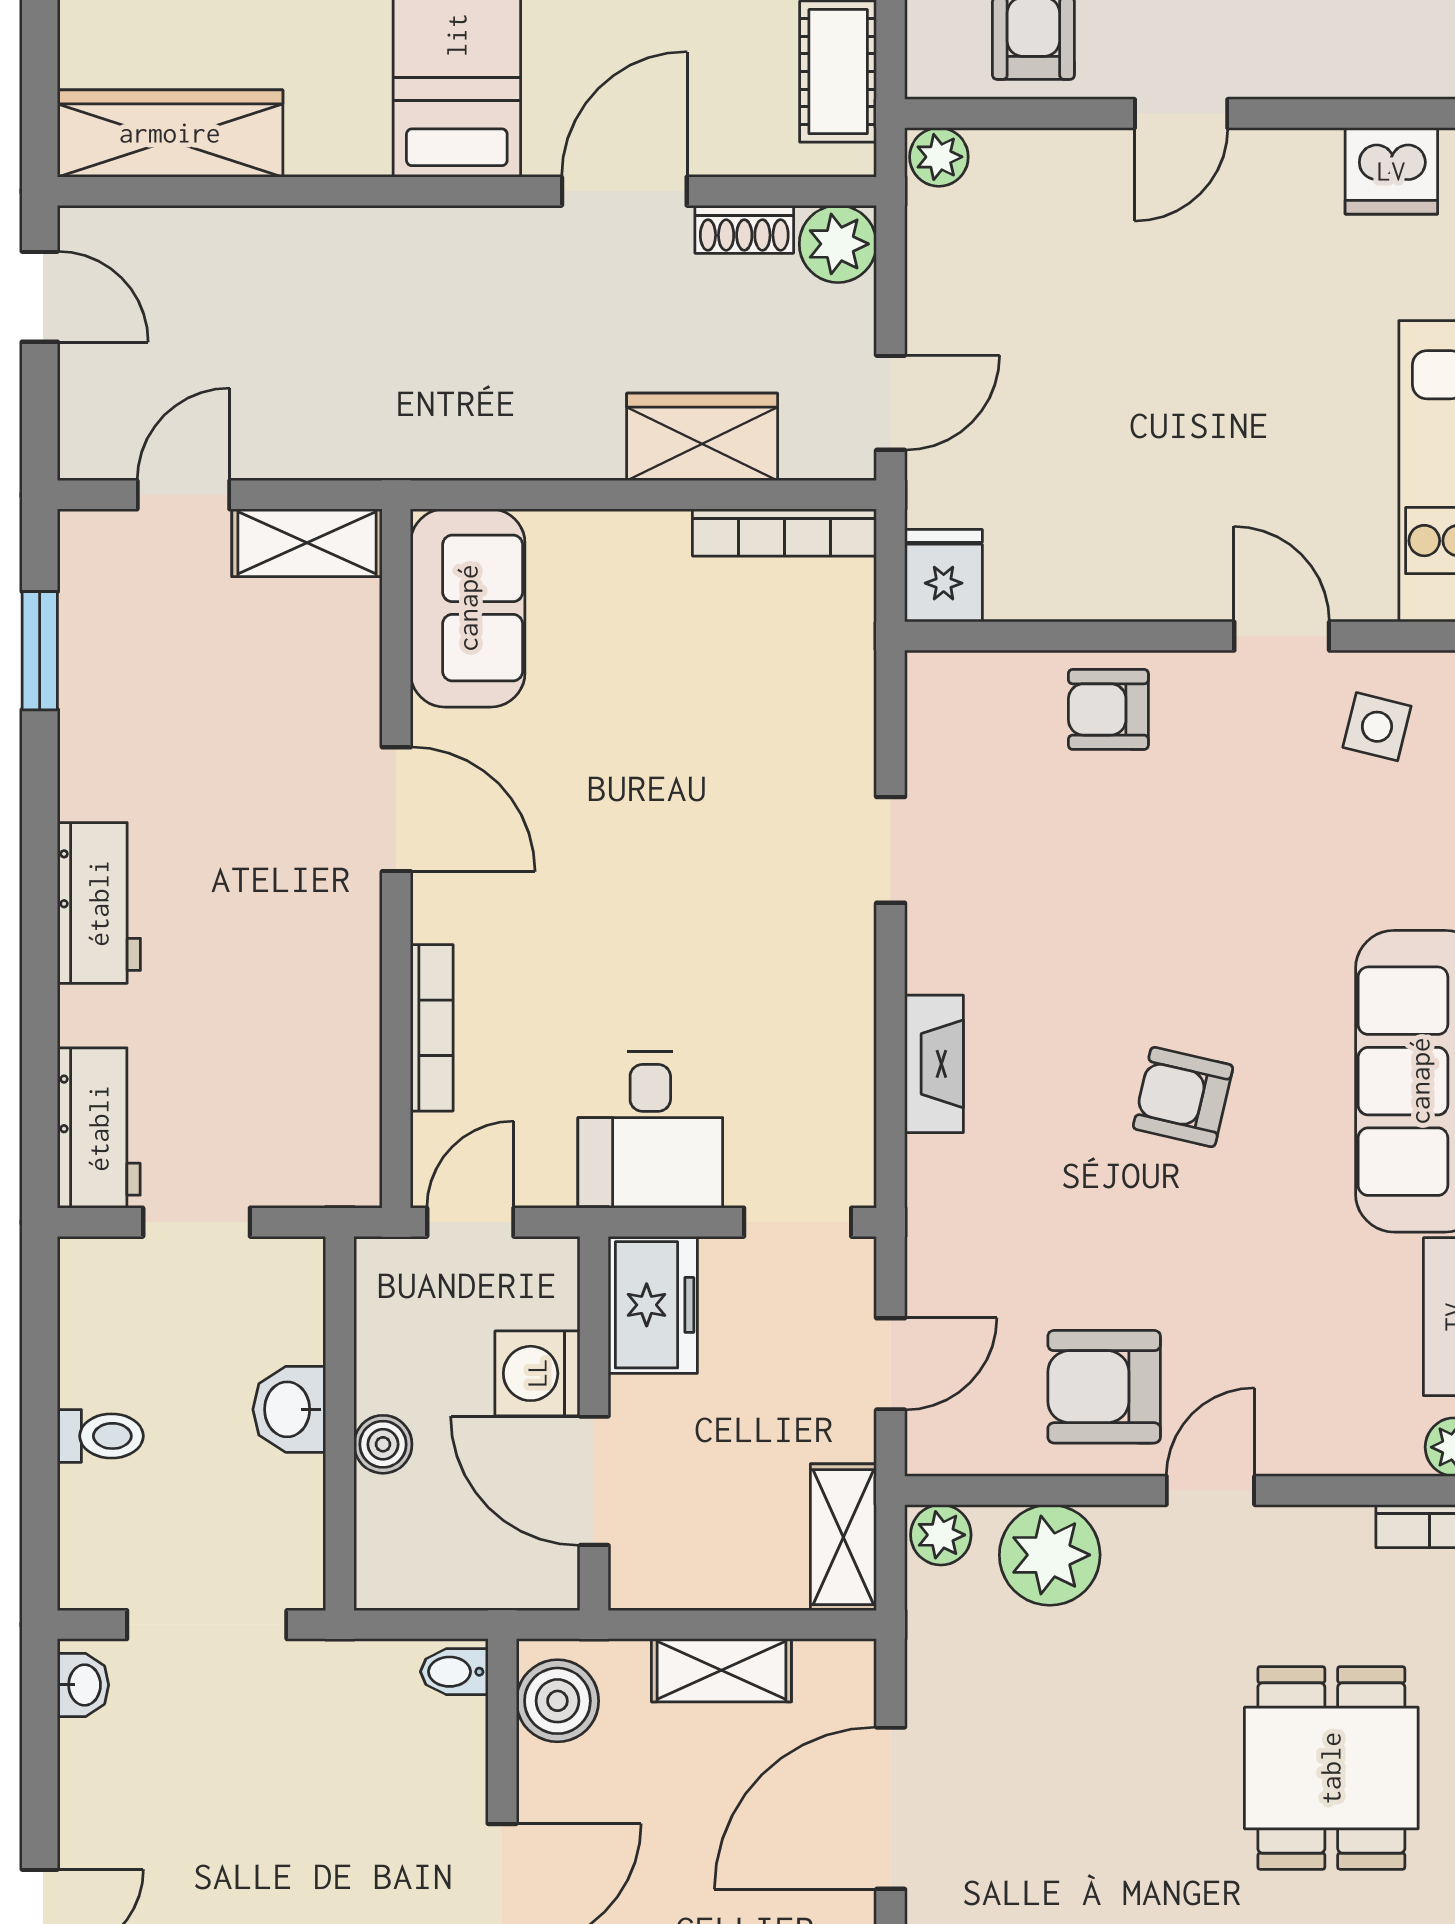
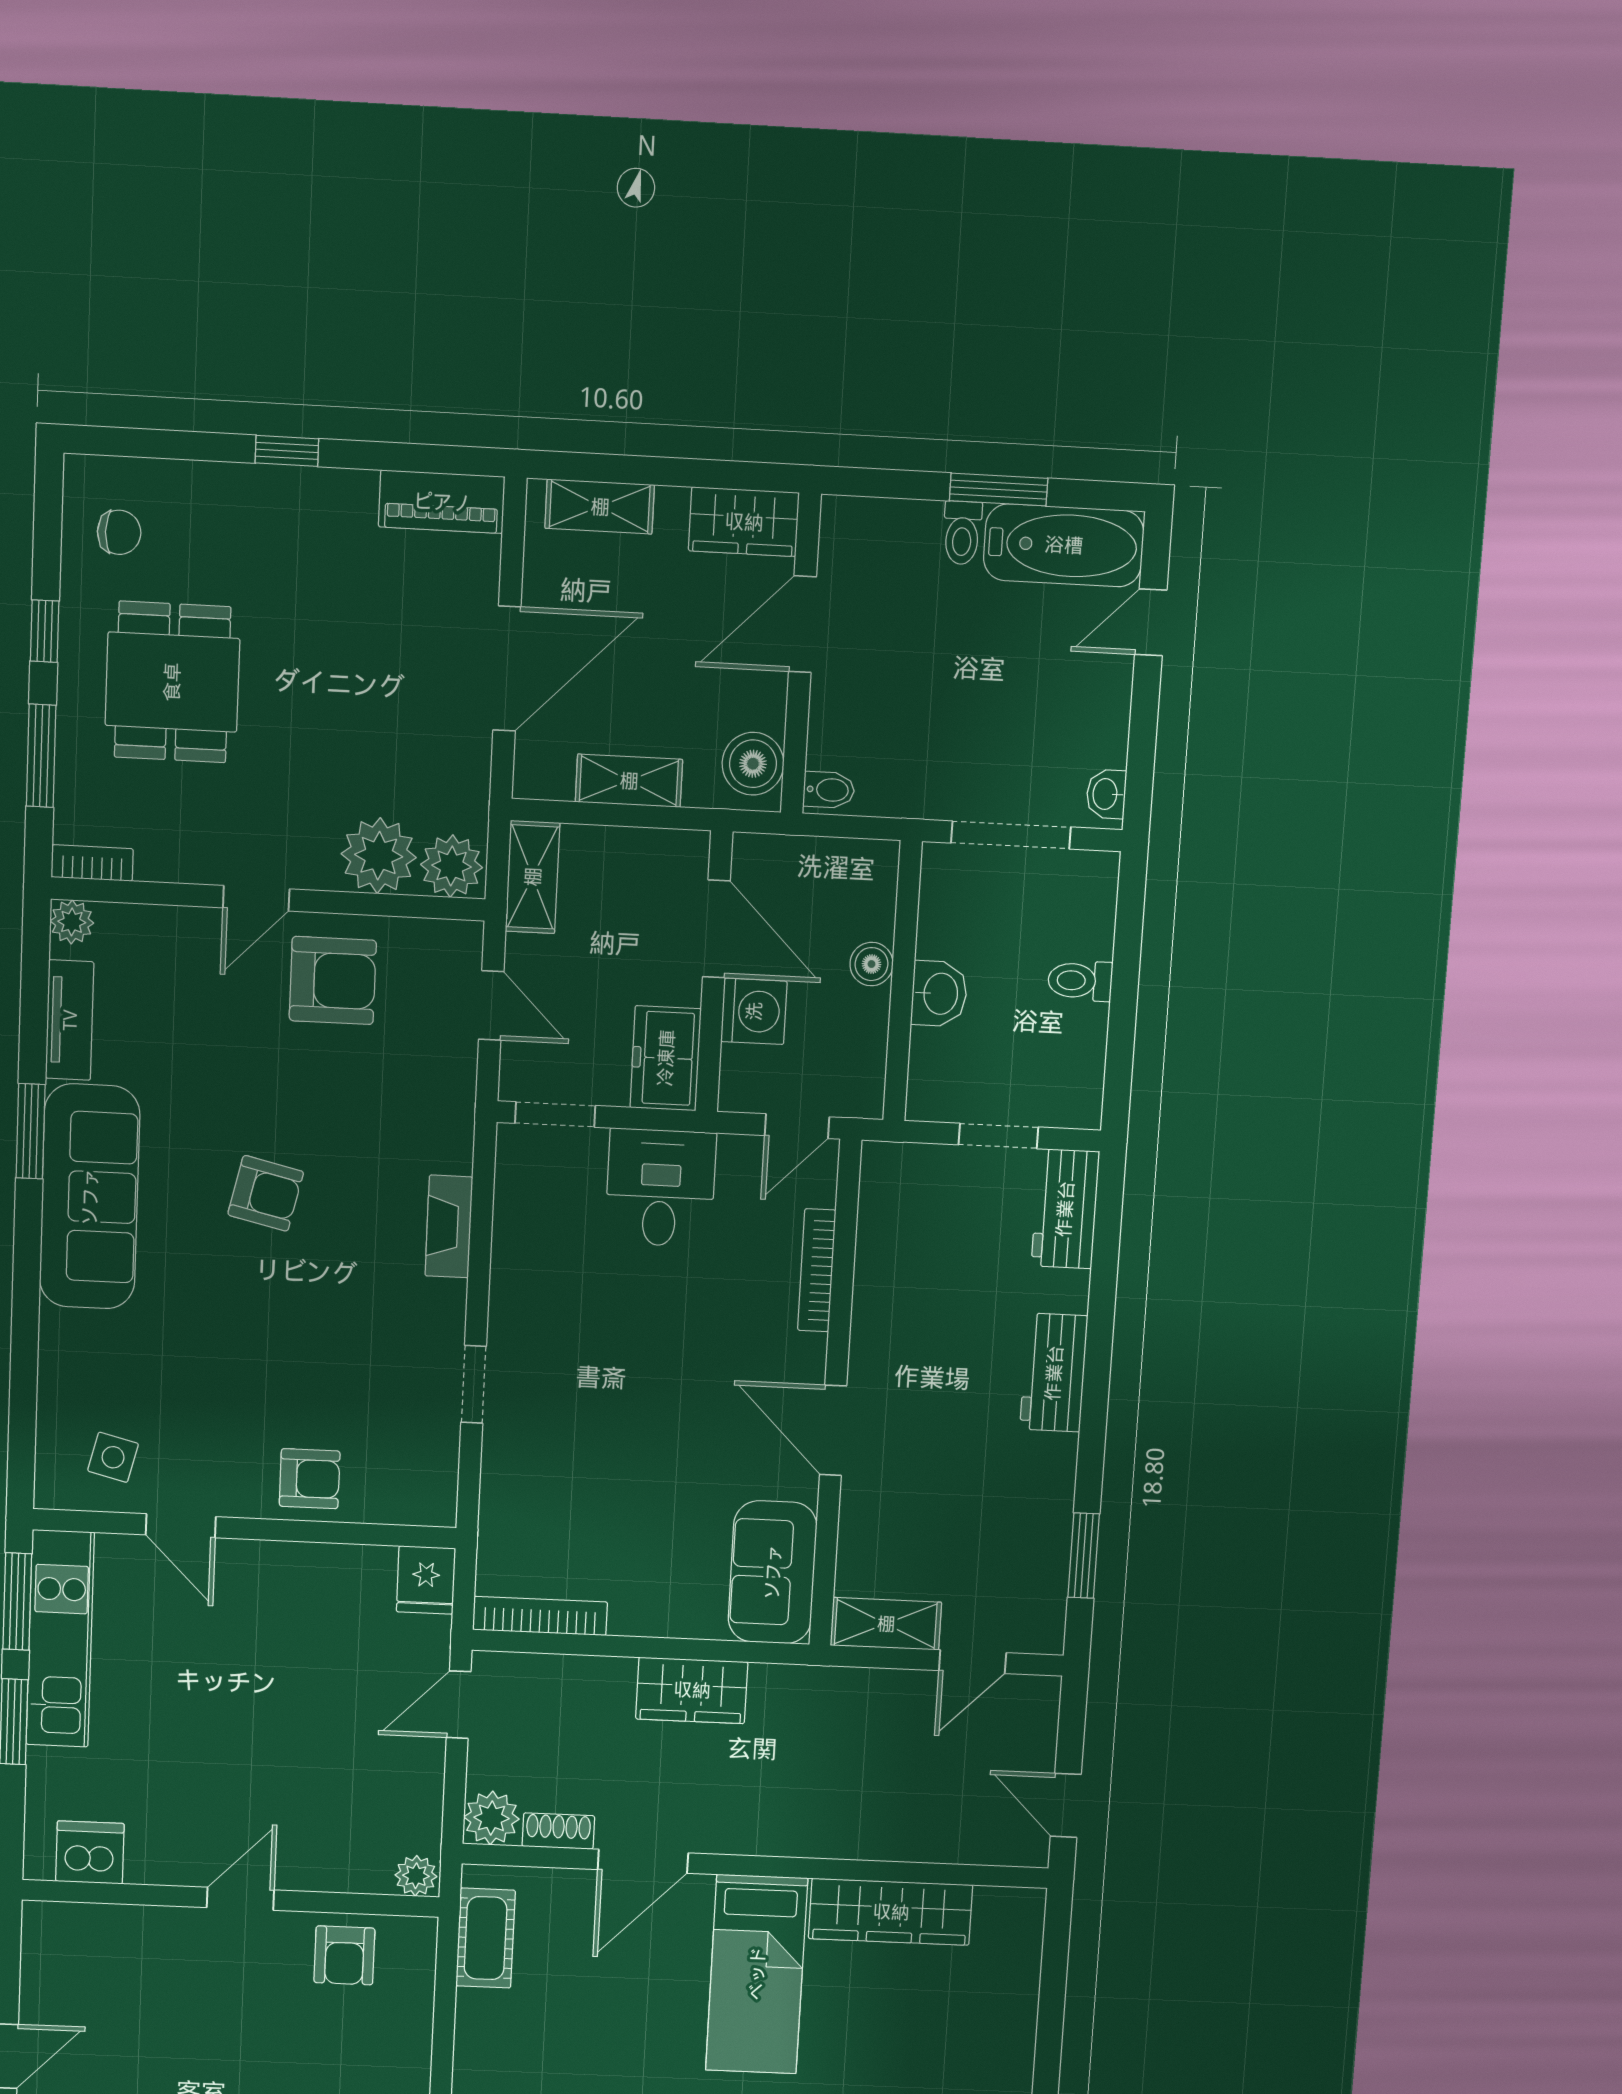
wardrobe: (170, 133) -> (891, 1912), moved
wardrobe: (702, 437) -> (692, 1690), moved
door: (891, 1364) -> (491, 1005), swing flipped
plant: (941, 1535) -> (452, 866), width x1.38, depth x1.38

